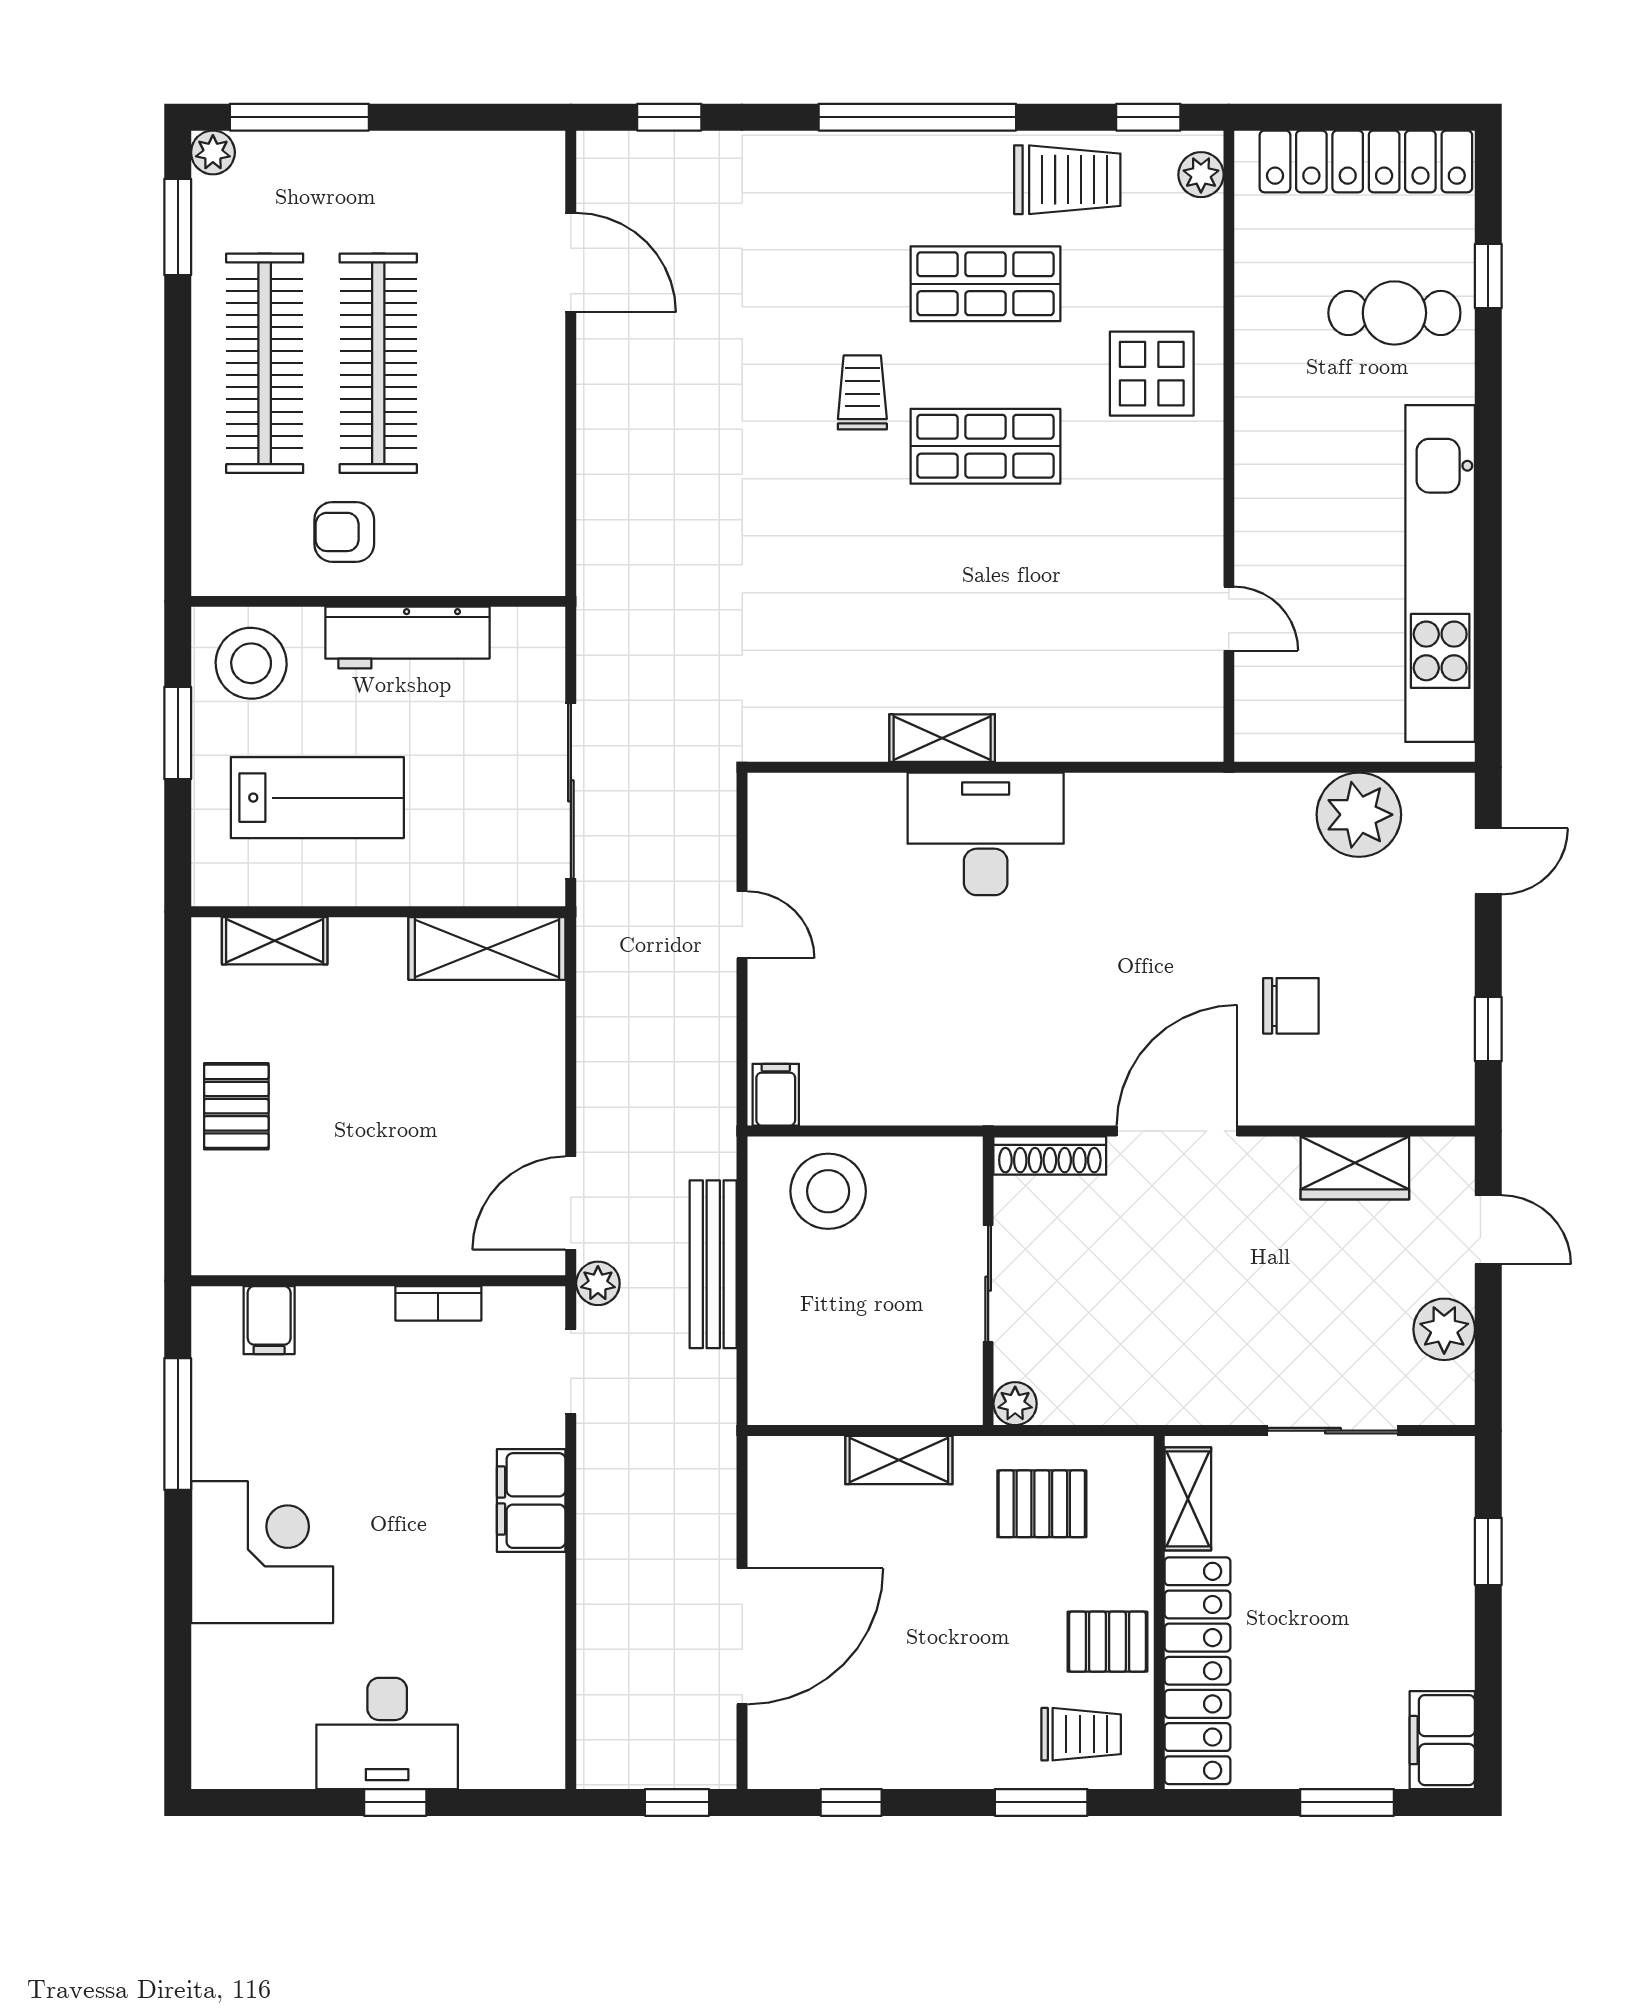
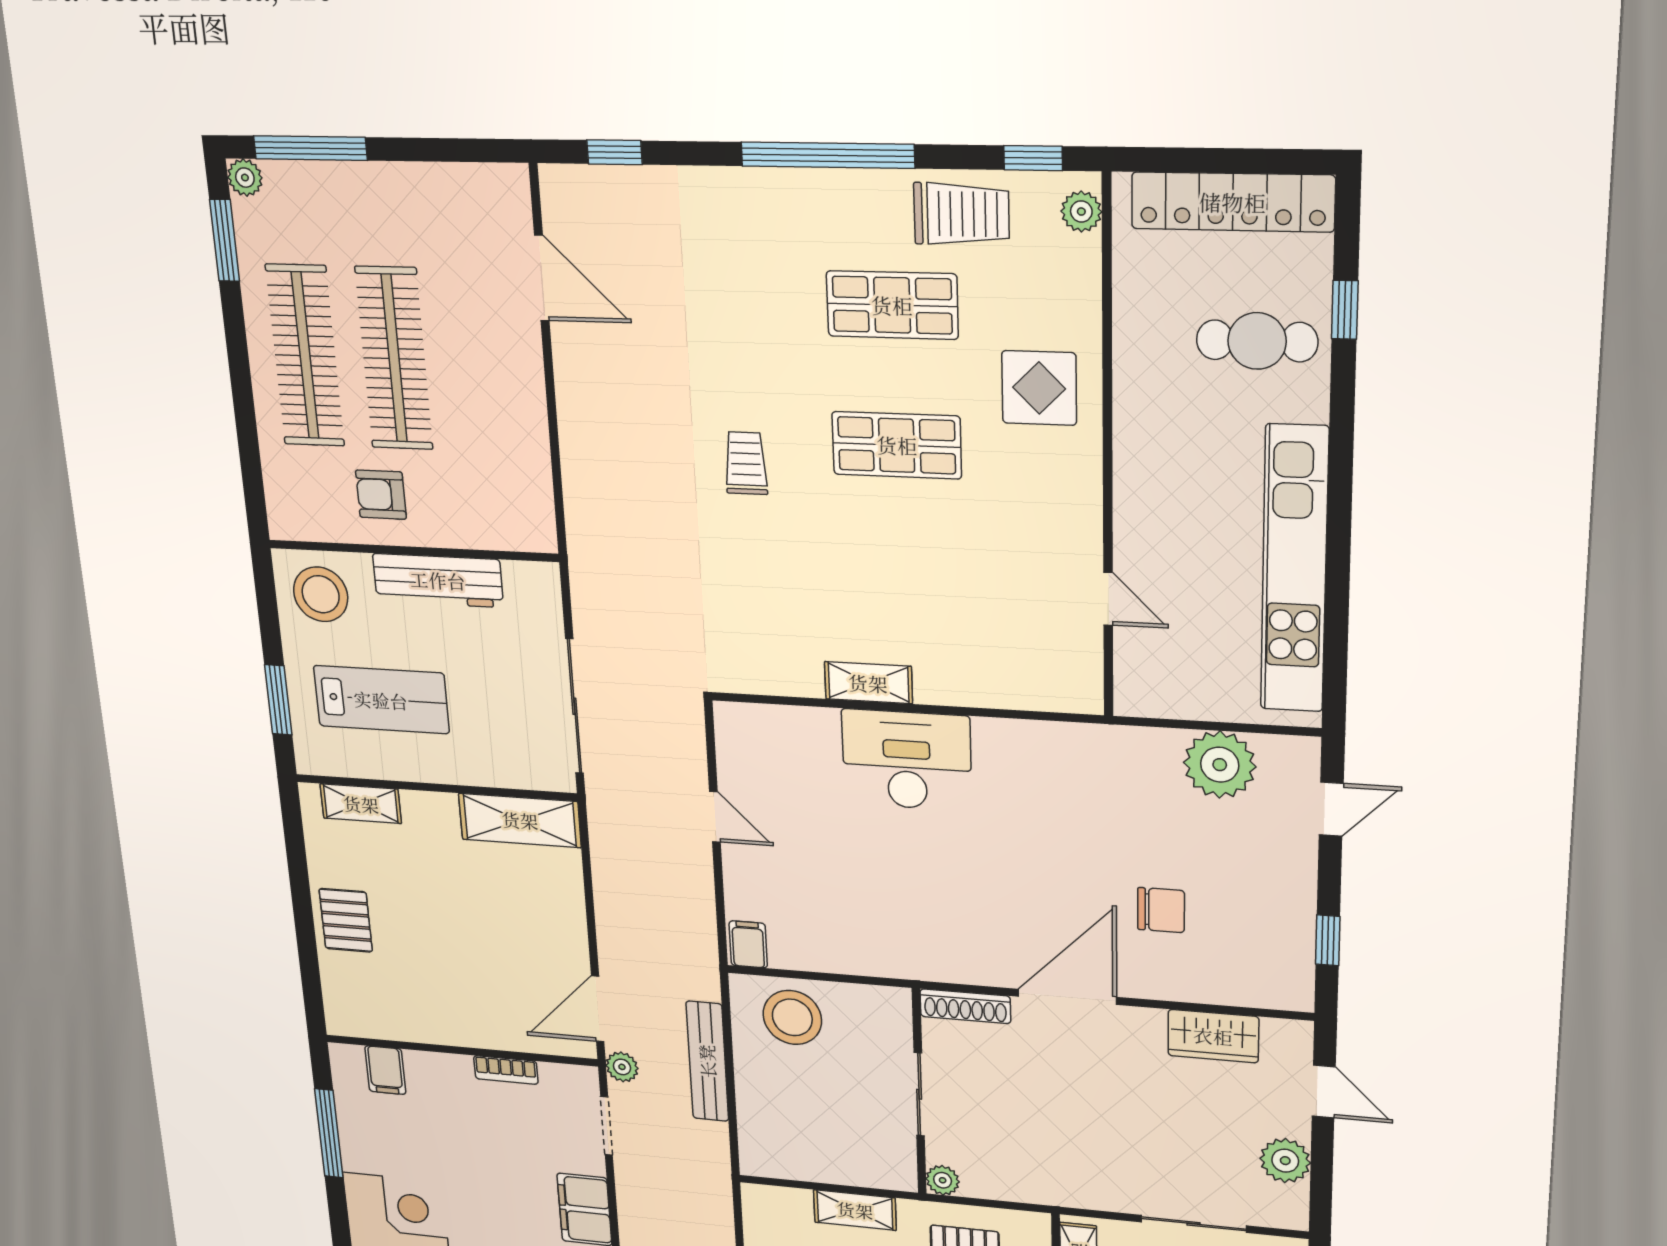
trolley: (862, 392) -> (746, 463), moved
window: (178, 733) -> (278, 700), moved

